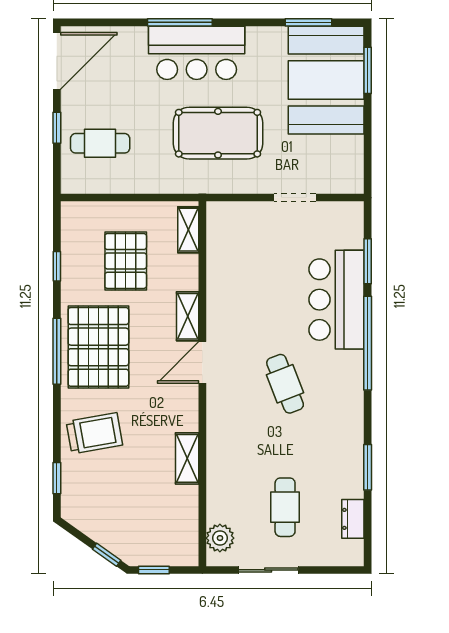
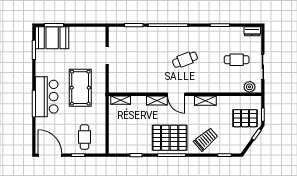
booth: (326, 80) -> (52, 38), width x0.73, depth x0.70
pallet: (126, 261) -> (245, 118), moved
bar counter: (336, 300) -> (150, 38), removed
trolley: (94, 433) -> (206, 139), turned 59
shelving: (187, 458) -> (205, 101), moved
dresser: (353, 519) -> (252, 31), moved

